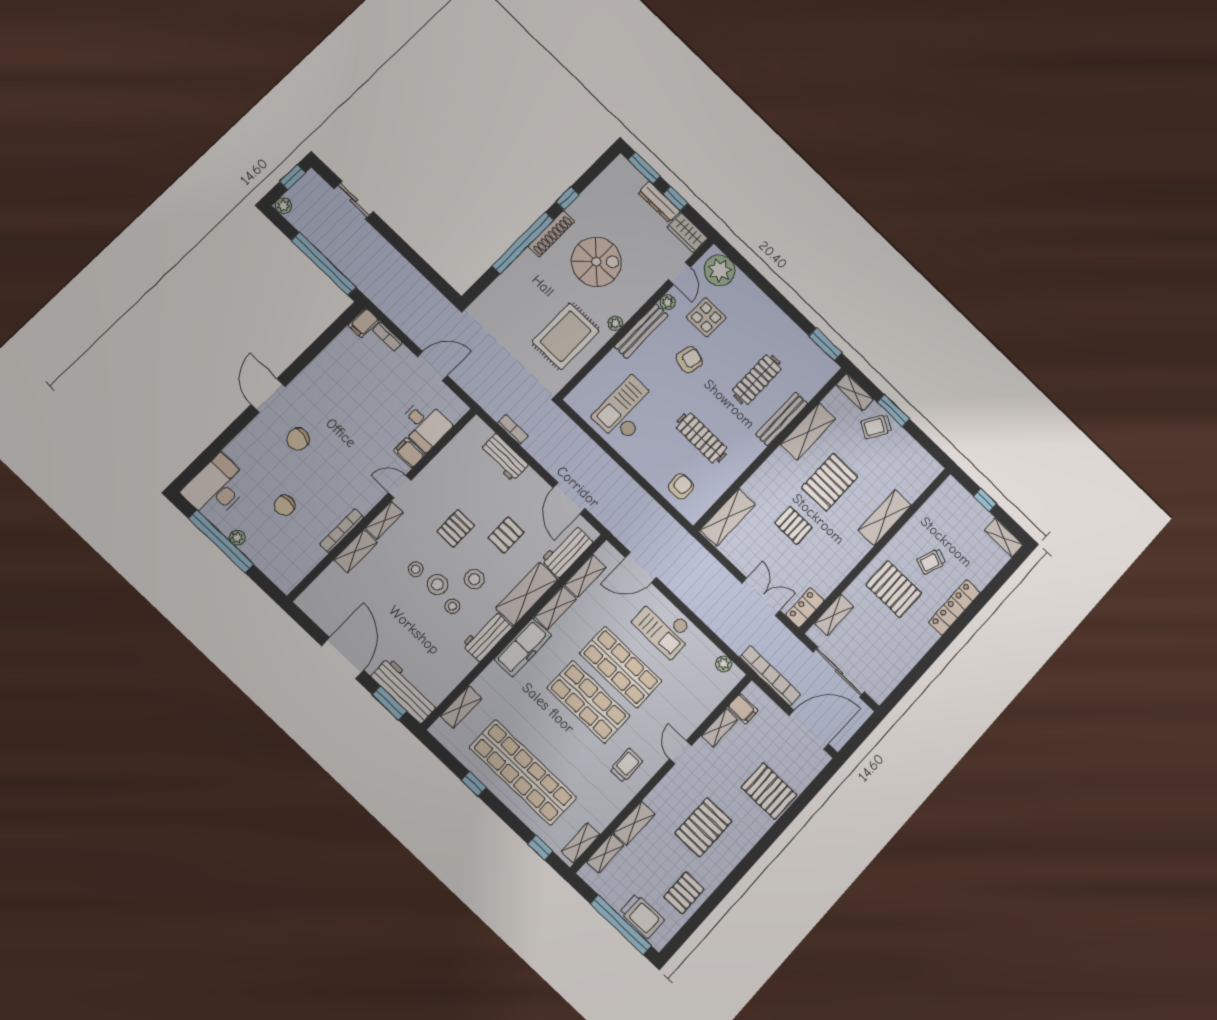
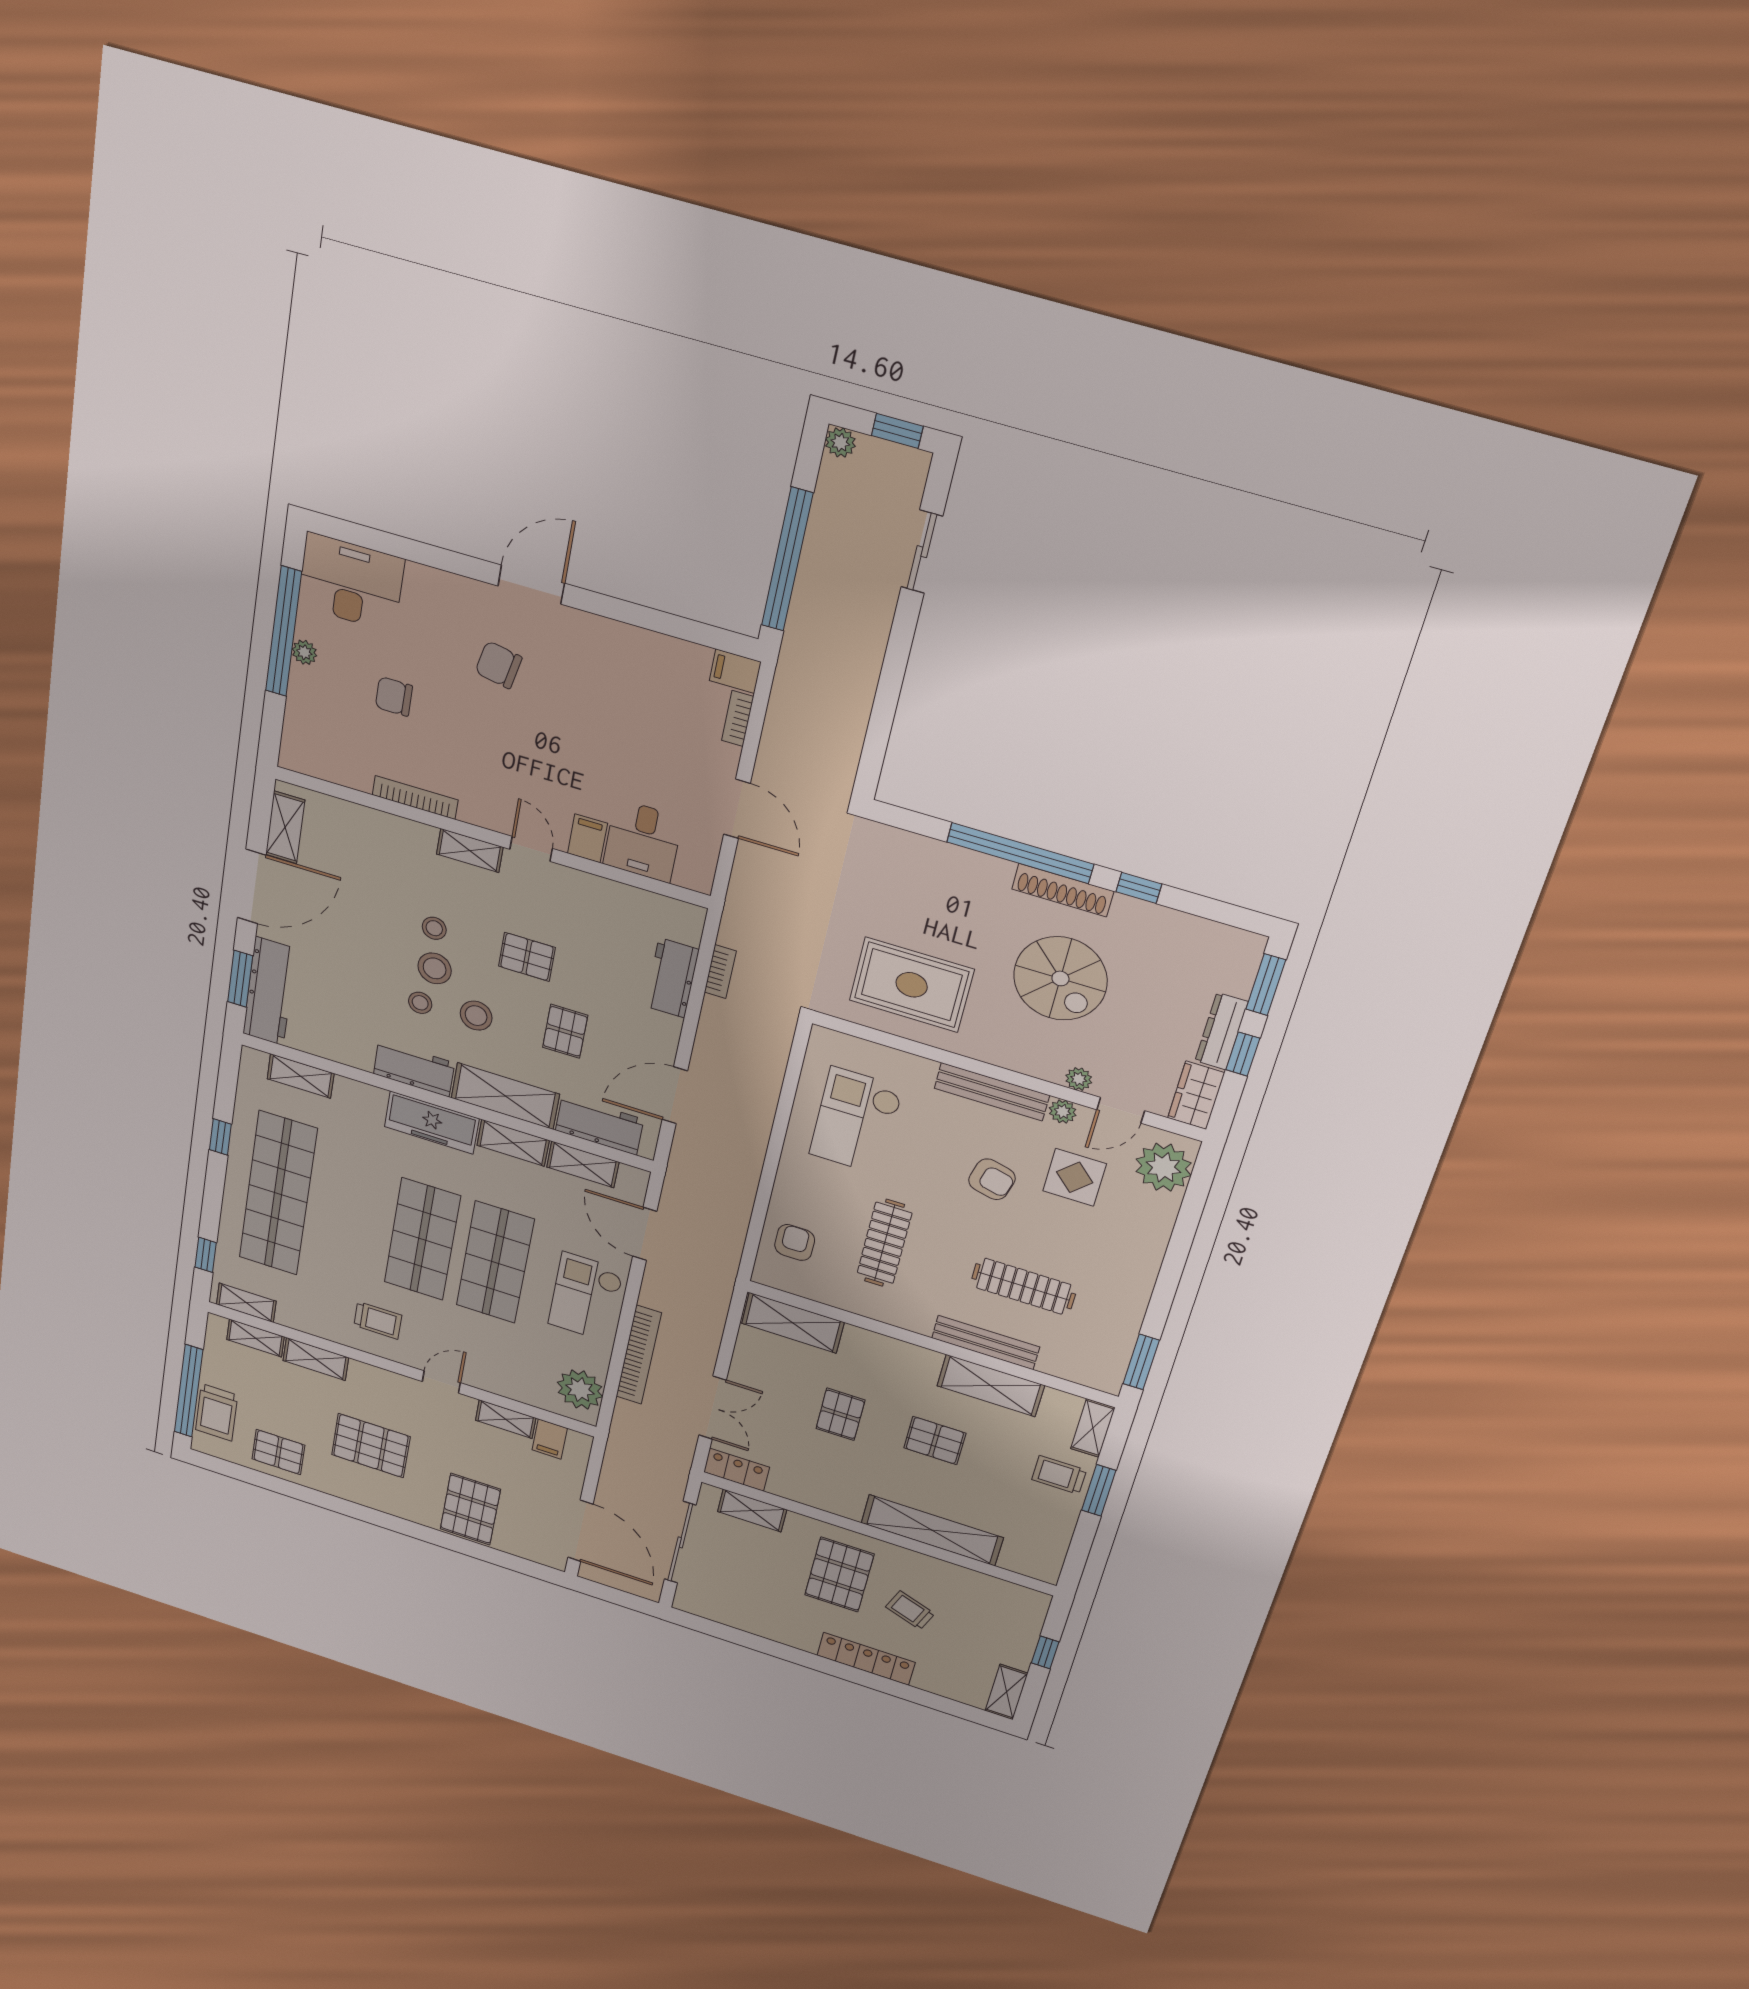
plant: (615, 323) -> (1079, 1079), moved
checkout: (626, 410) -> (856, 1121), turned -90
trolley: (876, 427) -> (1059, 1475), turned -30
pallet: (830, 482) -> (935, 1441), width x0.67, depth x0.71
armchair: (681, 486) -> (795, 1243), turned -90
shelving: (885, 518) -> (932, 1530), width x1.47
pallet: (506, 535) -> (565, 1031), turned 90
shelving: (356, 551) -> (285, 827), moved, turned 90
plant: (724, 664) -> (580, 1390), width x1.88, depth x1.88
bookcase: (770, 676) -> (639, 1355), moved

